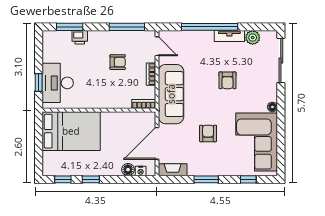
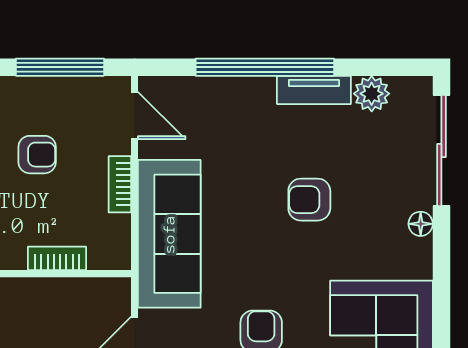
armchair: (228, 80) -> (309, 200), turned 90
bookcase: (144, 104) -> (57, 258), moved
floor lamp: (272, 107) -> (421, 224), moved

